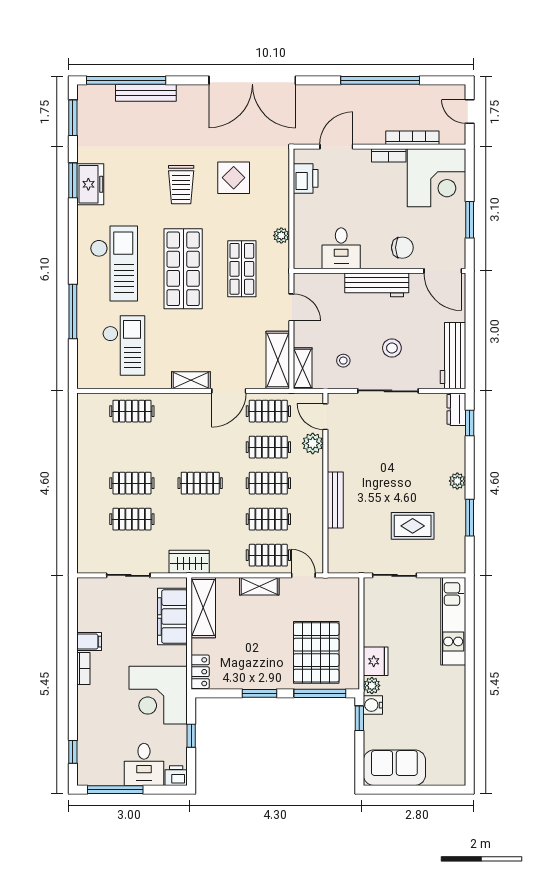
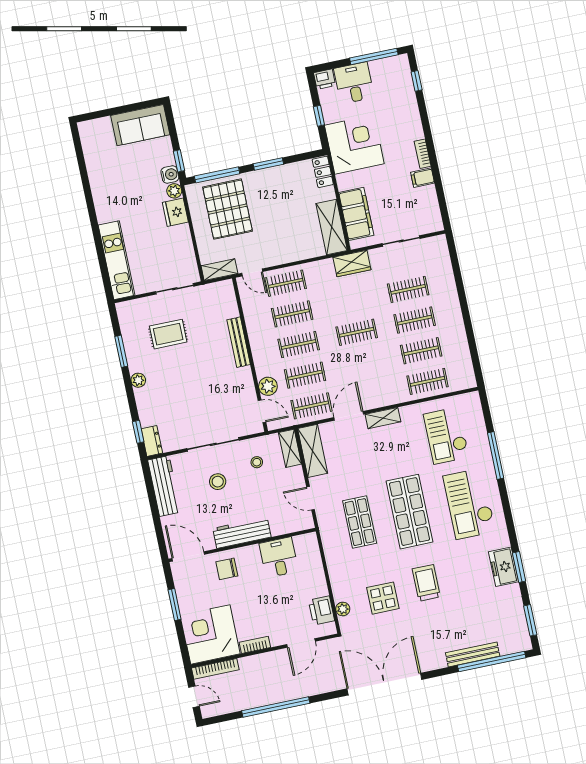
bookcase: (412, 138) -> (215, 669), moved
plant: (281, 236) -> (343, 609), moved
clothes rail: (132, 447) -> (421, 351), added
shelving: (259, 586) -> (219, 270), moved

